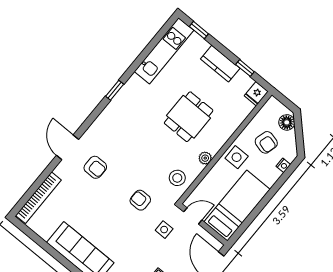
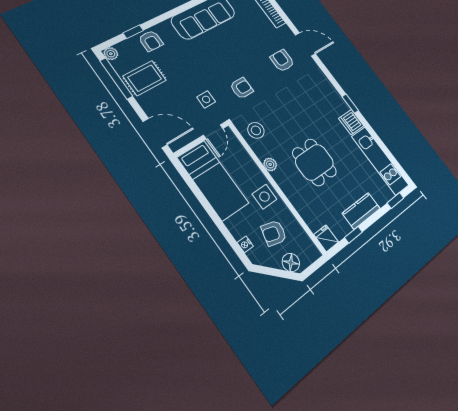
dishwasher: (134, 86) -> (351, 122), added
armchair: (95, 167) -> (282, 61), turned 90

